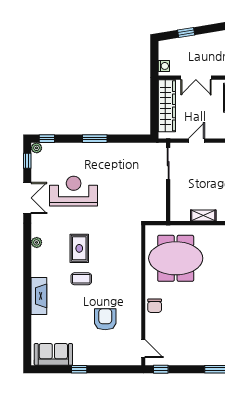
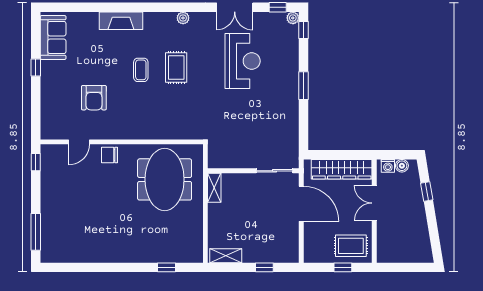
boiler: (164, 54) -> (402, 166), added
door: (197, 141) -> (301, 204), width x1.87
shelving: (203, 215) -> (214, 188), moved
rug: (79, 248) -> (176, 68), turned 90
armchair: (105, 319) -> (94, 98), turned 90
door: (143, 349) -> (79, 142), moved

